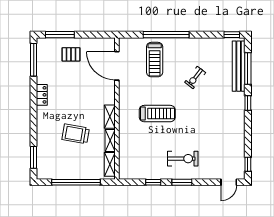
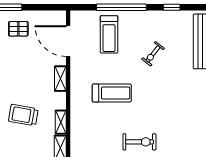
window: (232, 35) -> (172, 7), moved
shelving: (110, 117) -> (60, 79), moved

